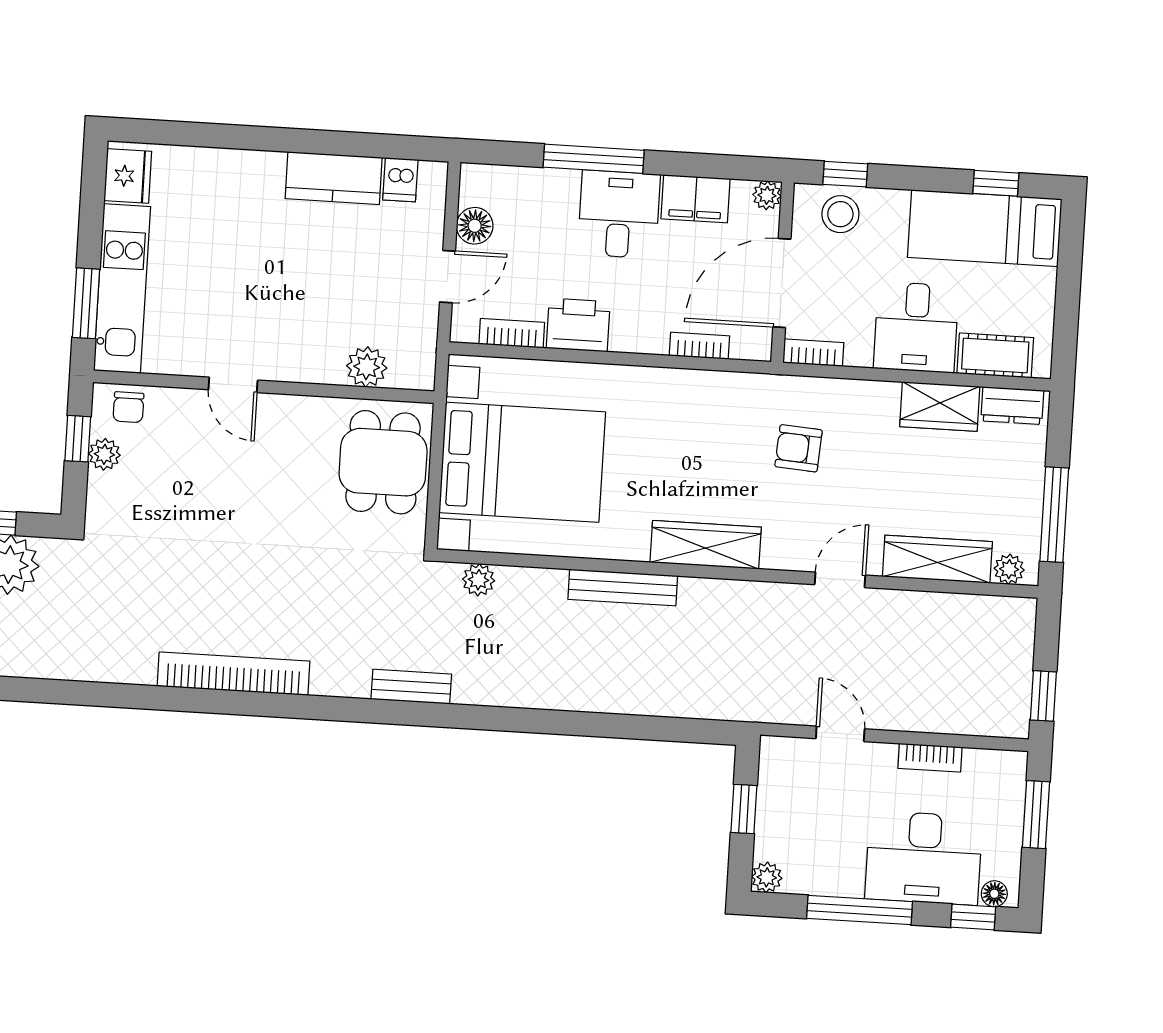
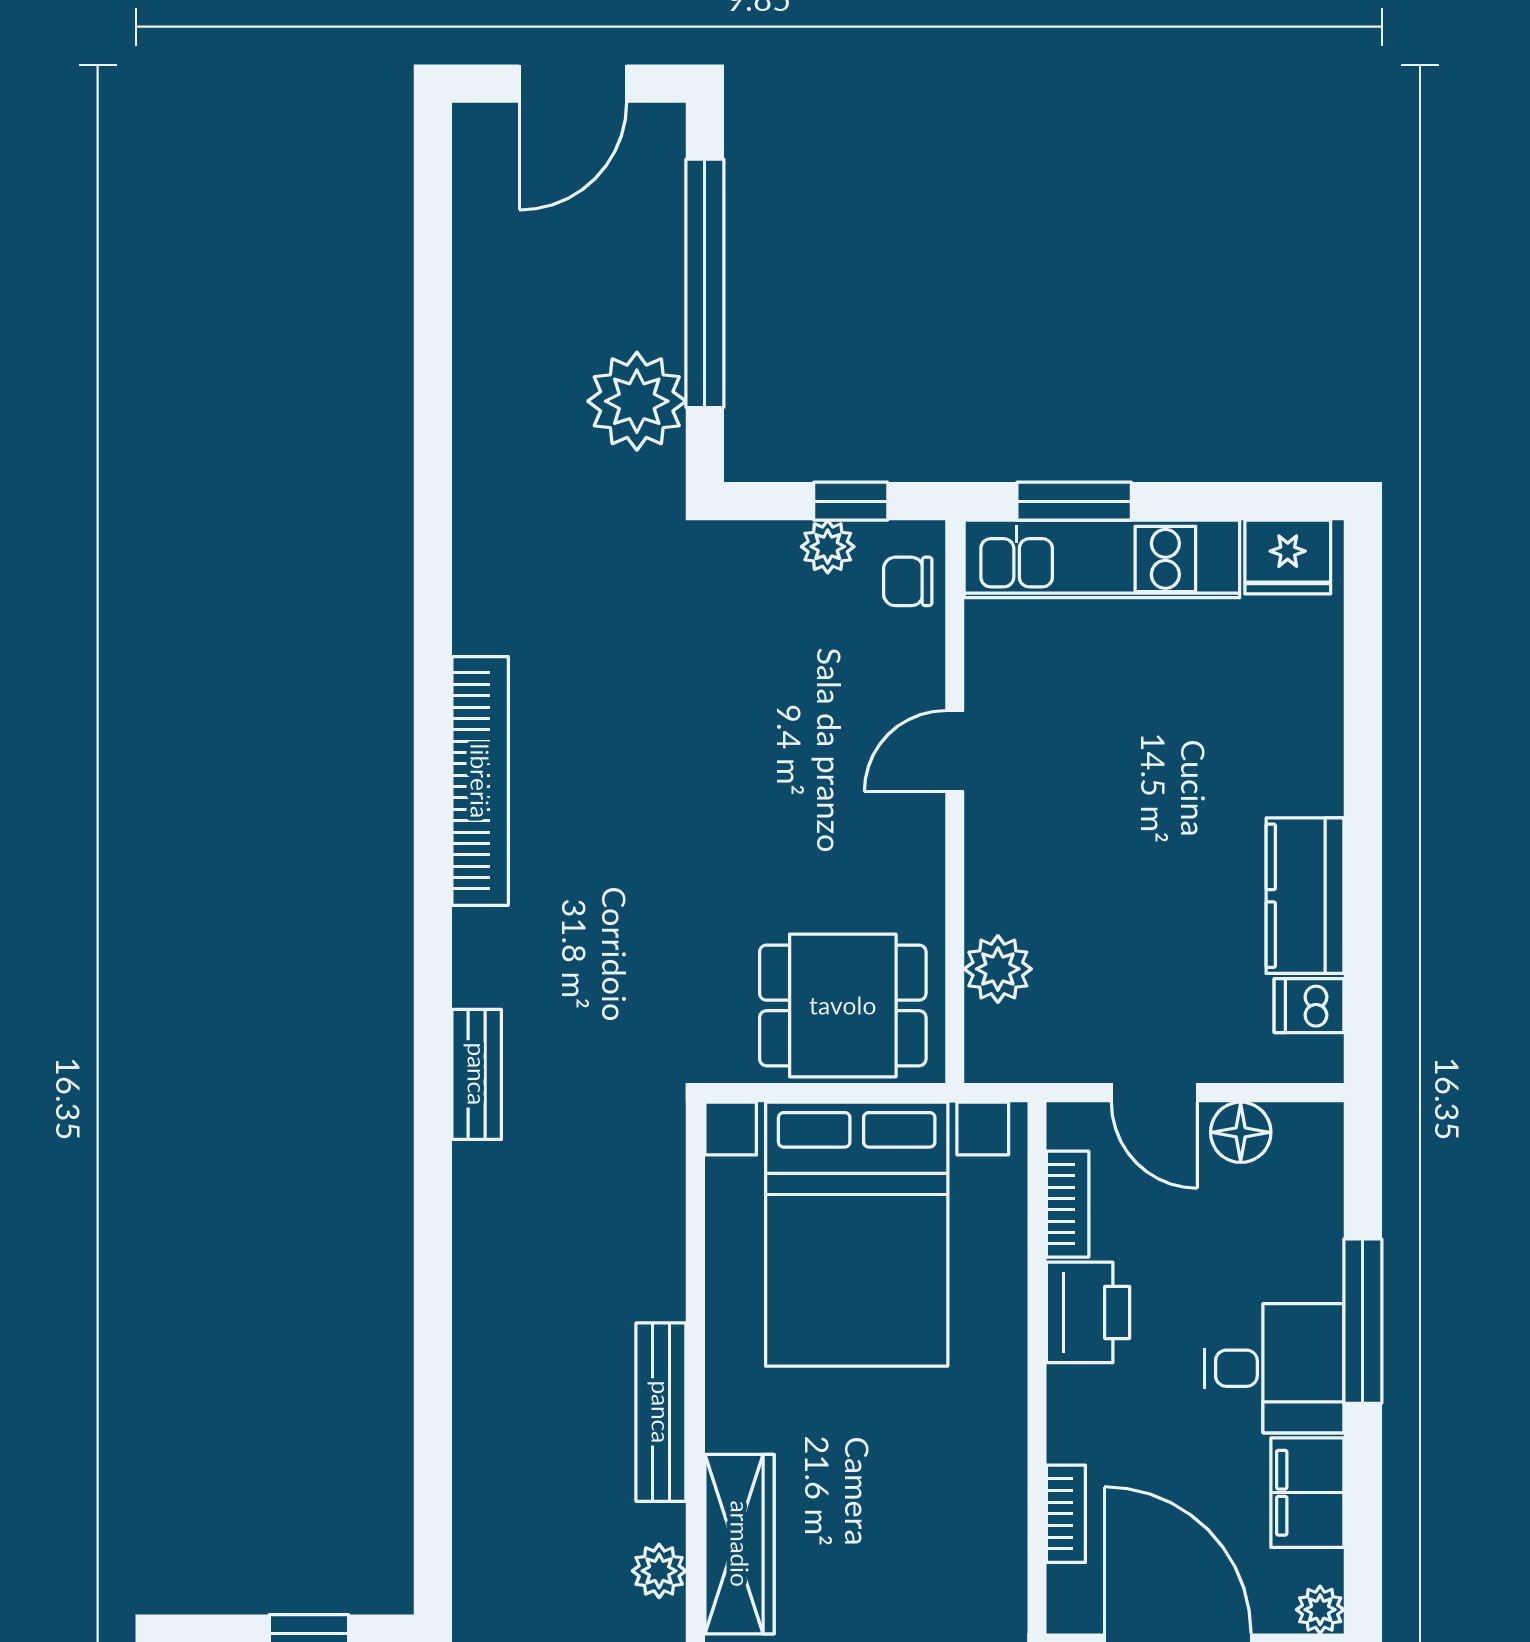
plant: (479, 580) -> (659, 1571), moved

